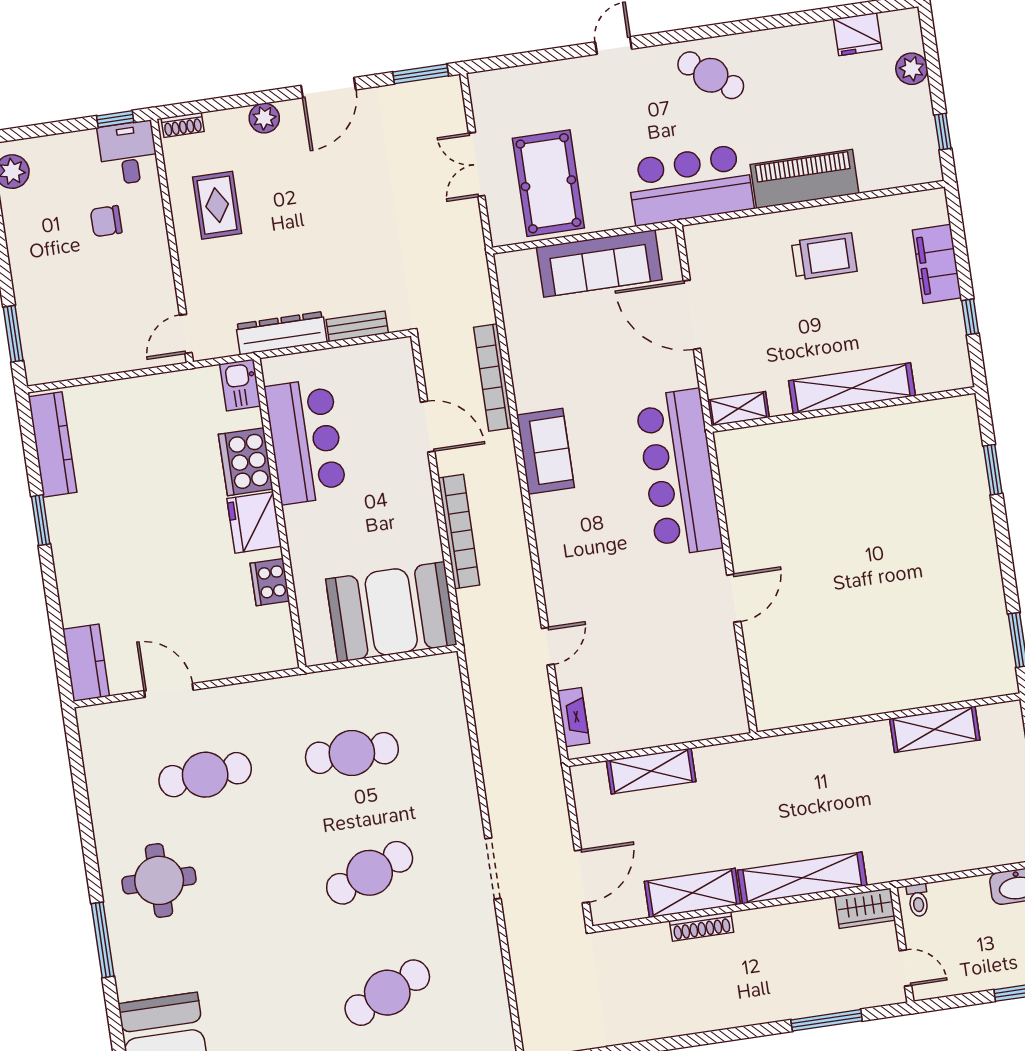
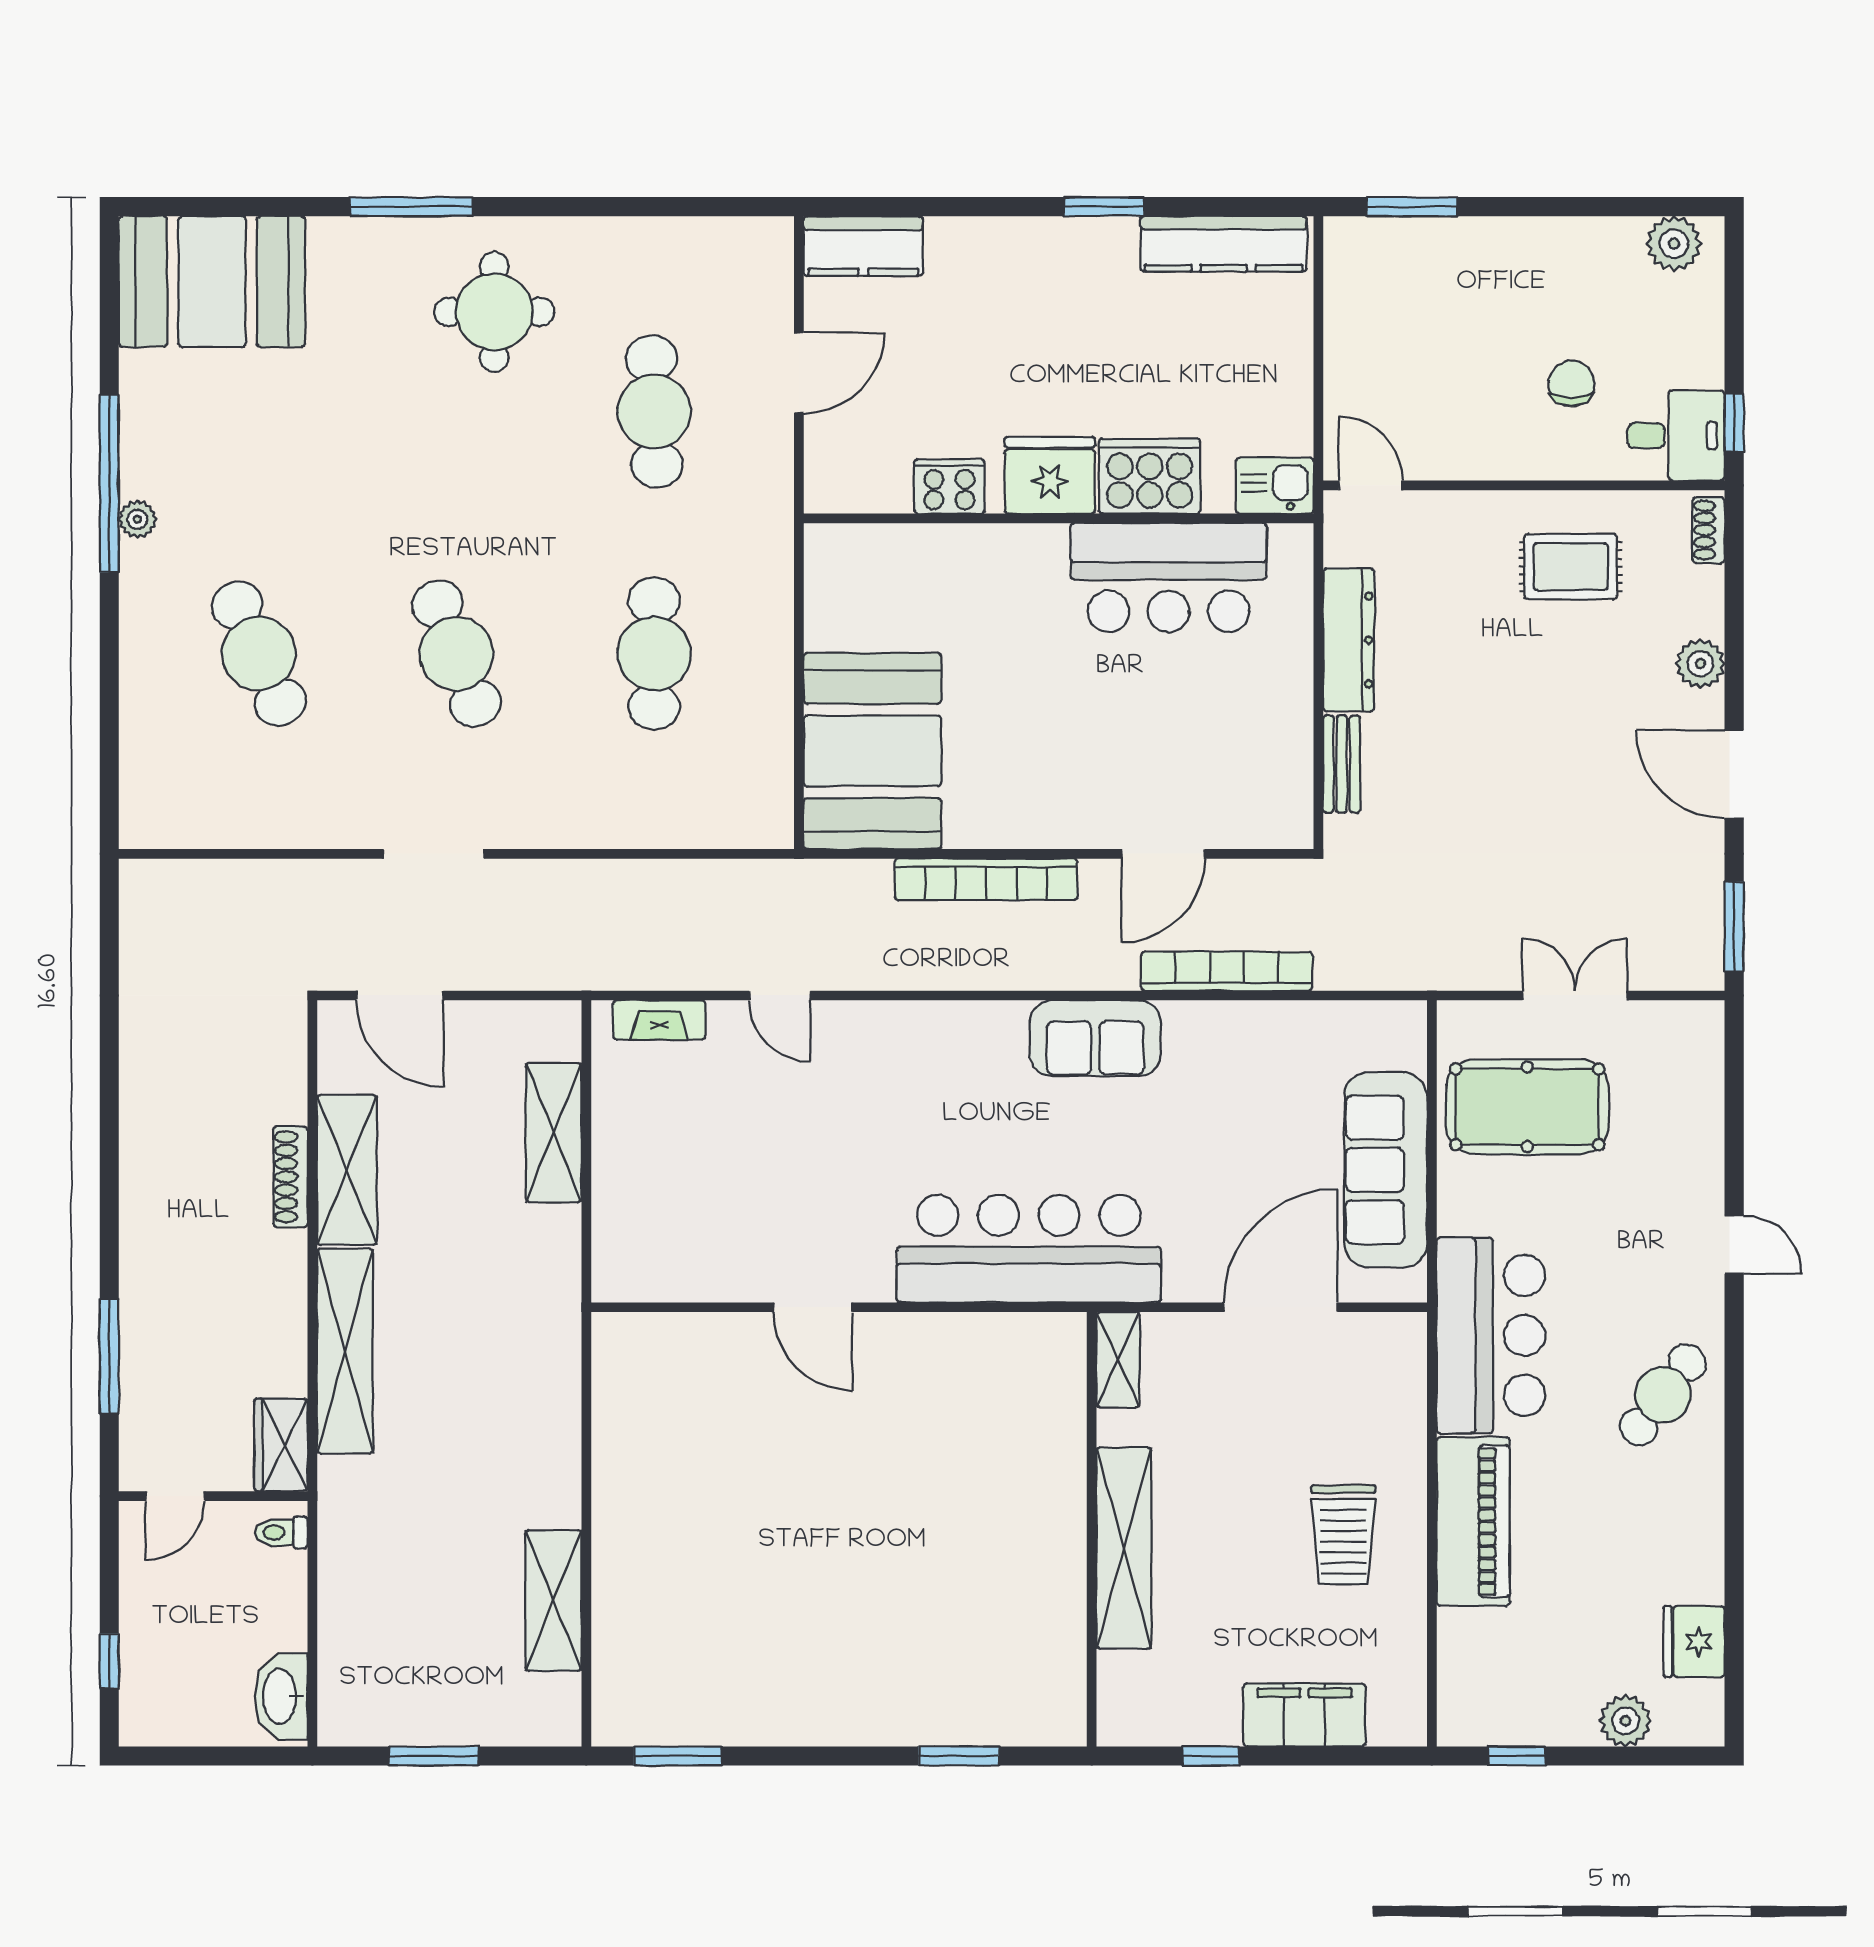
kitchen sink: (240, 385) -> (1275, 486), moved
bar counter: (306, 441) -> (1169, 578), moved
cooker: (246, 462) -> (1150, 476), moved
wall: (280, 513) -> (1059, 518), moved
fridge: (254, 522) -> (1050, 475), moved
cooker: (270, 582) -> (949, 486), moved

